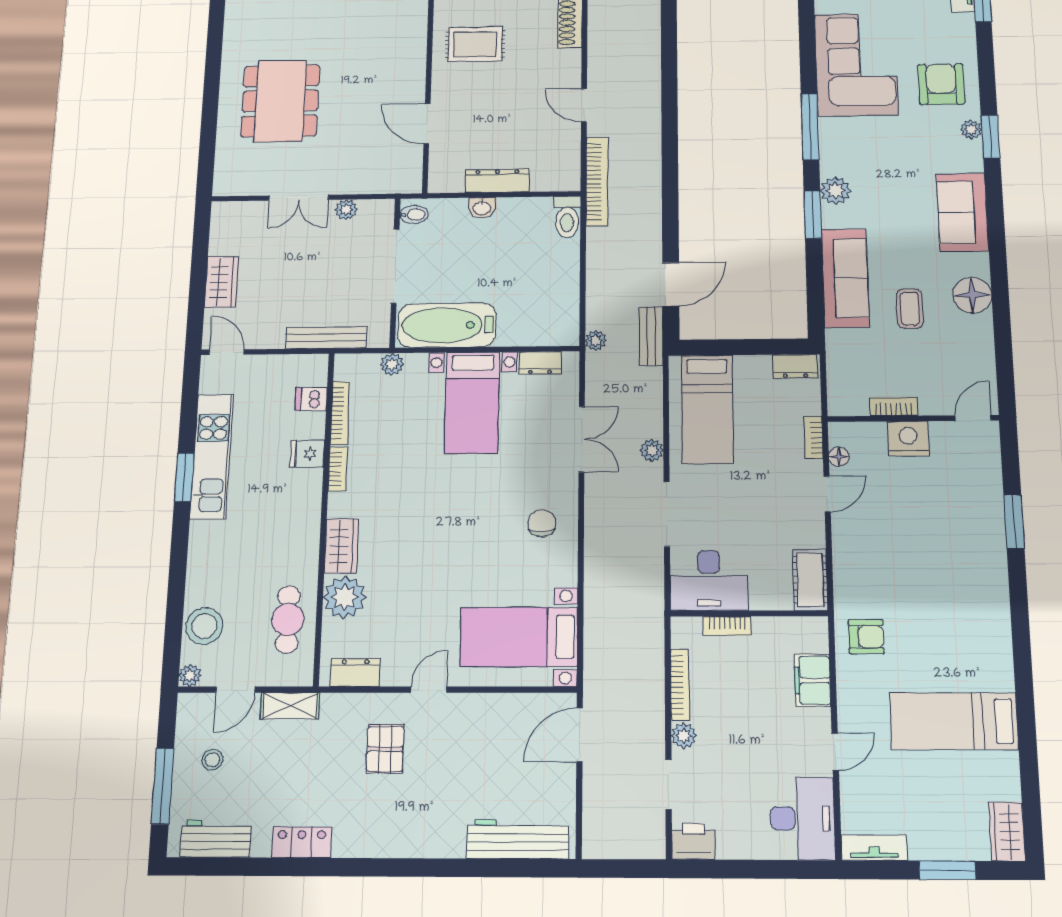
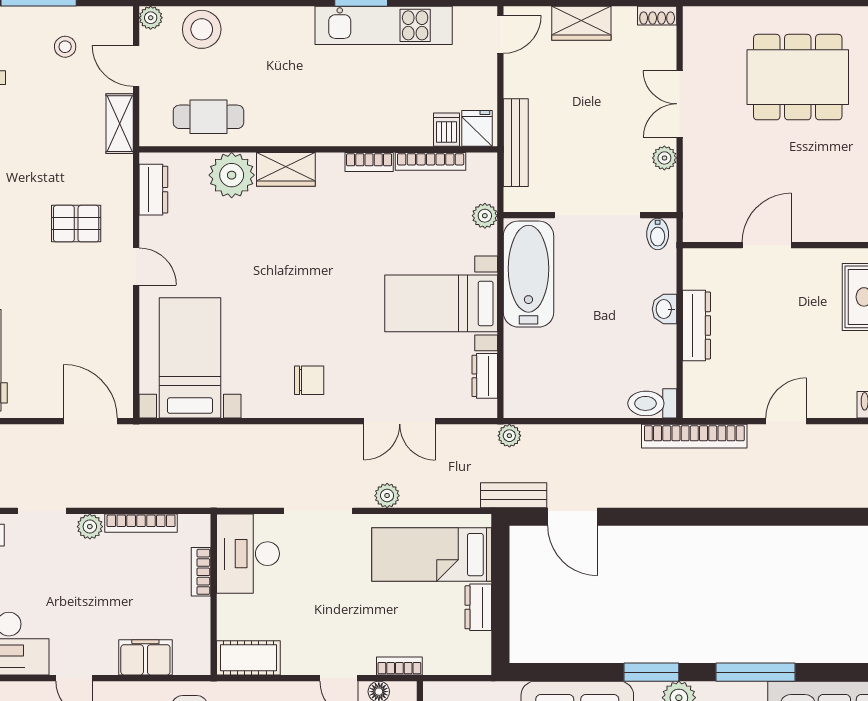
shoe rack: (219, 218) -> (657, 16), added
dresser: (795, 366) -> (478, 607), moved
fridge: (307, 454) -> (477, 128), moved

